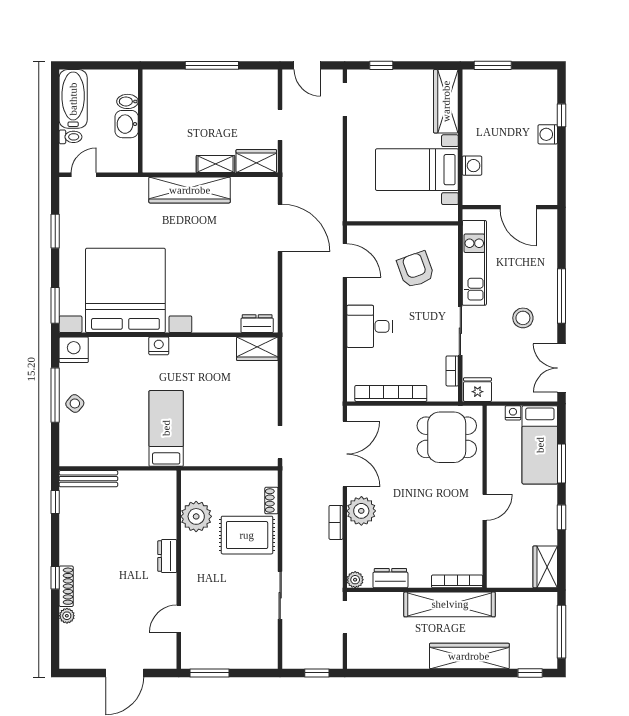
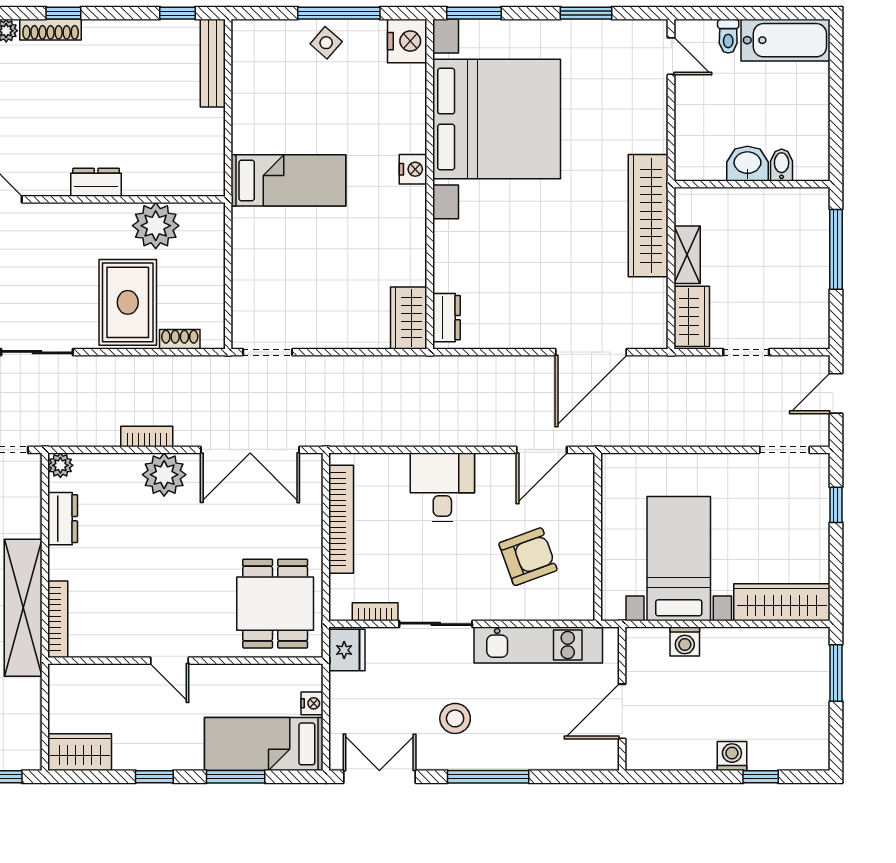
bidet: (128, 101) -> (782, 165), moved
wall: (140, 121) -> (752, 184), moved
washbasin: (127, 124) -> (747, 164), moved

